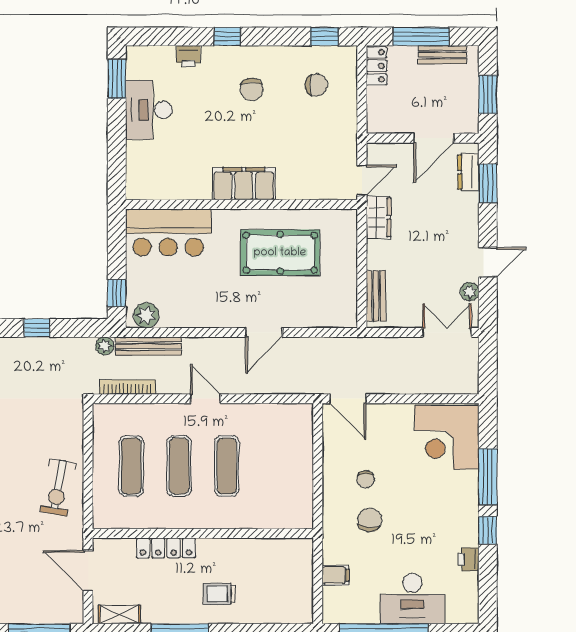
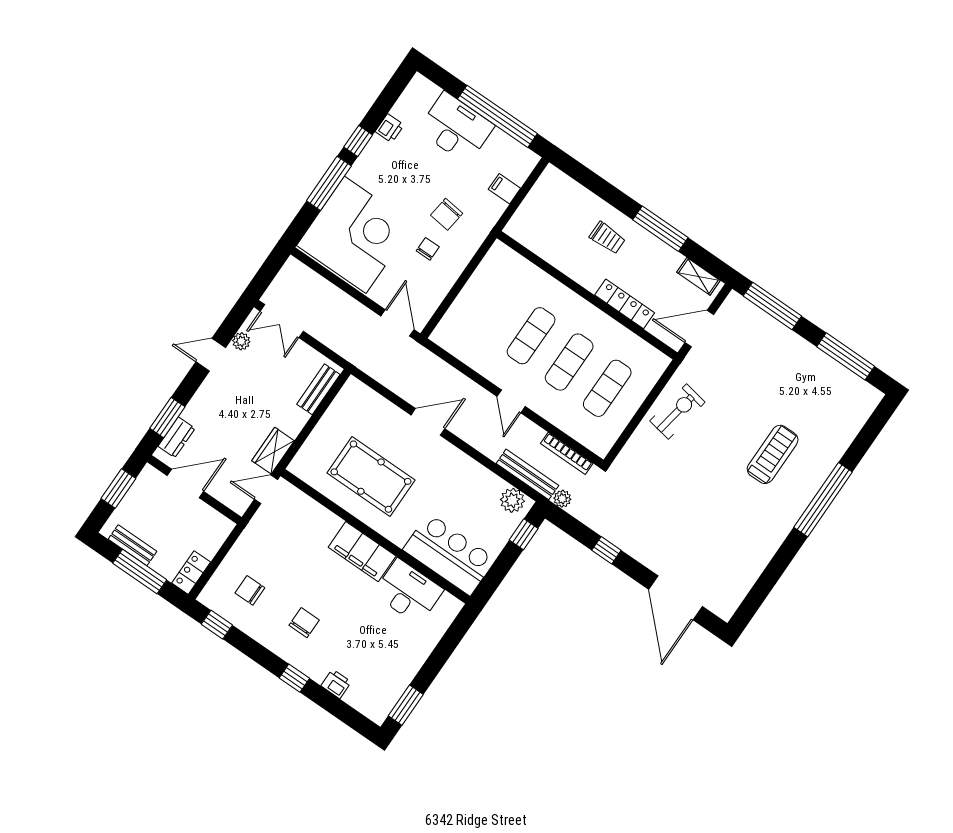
desk: (149, 110) -> (408, 592), moved, turned -90
corner desk: (447, 437) -> (355, 235), width x1.36, depth x1.36
door: (88, 571) -> (699, 329), swing flipped

